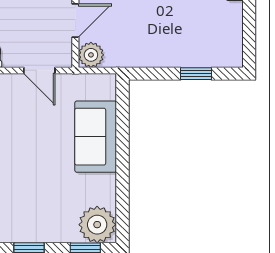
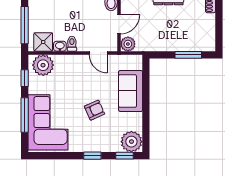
window: (196, 74) -> (188, 55), width x1.50
armchair: (33, 170) -> (95, 110), added

